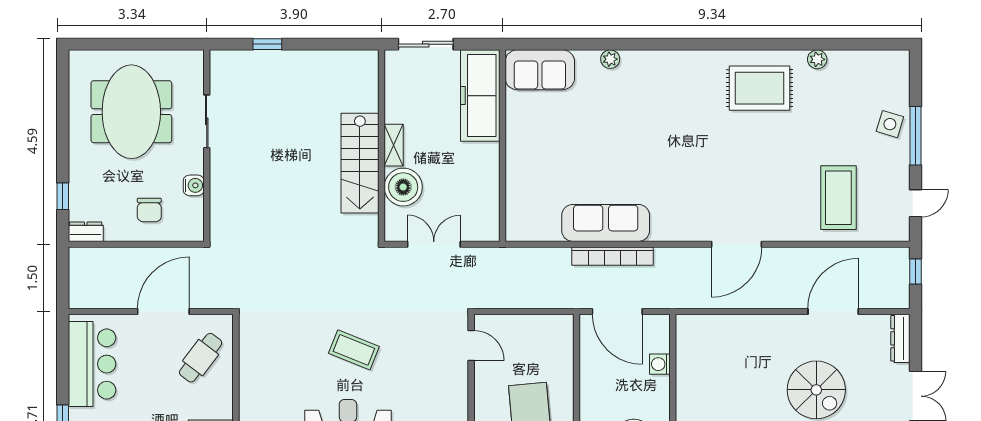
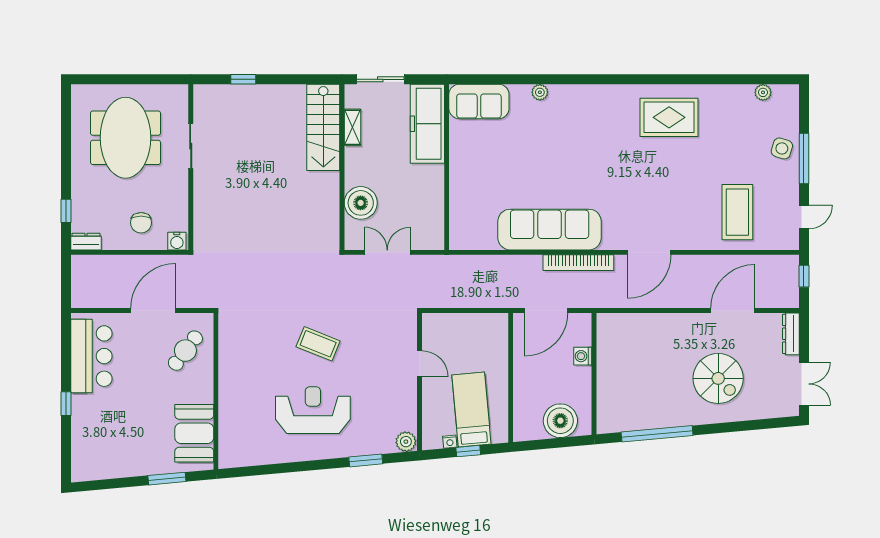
plant: (817, 59) -> (763, 92), moved
shelving: (394, 145) -> (352, 127), moved
stairs: (360, 163) -> (323, 127), moved
water cooler: (194, 185) -> (177, 241), moved, turned 90
sofa: (606, 223) -> (550, 230), width x1.36, depth x1.27
bookcase: (612, 256) -> (578, 263), moved
door: (617, 311) -> (546, 311), hinge flipped
door: (471, 346) -> (419, 364), moved

